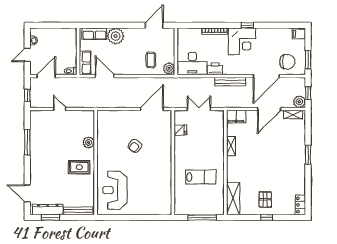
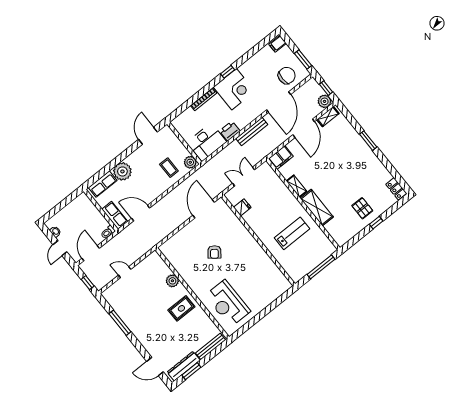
shelving: (233, 198) -> (317, 208), moved

